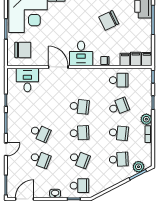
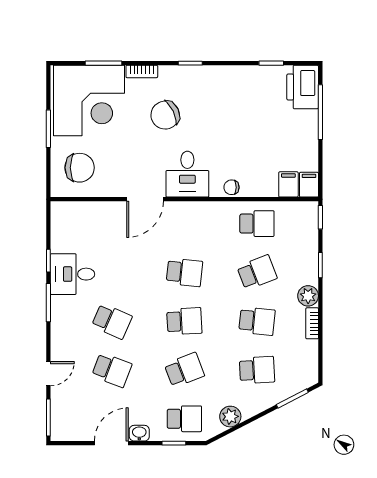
chair: (109, 20) -> (165, 115), moved
filing cabinet: (125, 60) -> (268, 185), removed
door: (58, 67) -> (145, 199), swing flipped
desk: (27, 80) -> (72, 274), moved, turned -90
door: (6, 149) -> (48, 374), moved
school desk: (79, 159) -> (184, 370), turned -42
plant: (139, 167) -> (230, 417), moved
door: (25, 199) -> (111, 443), moved

